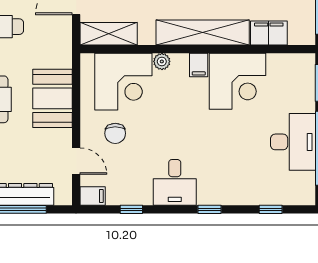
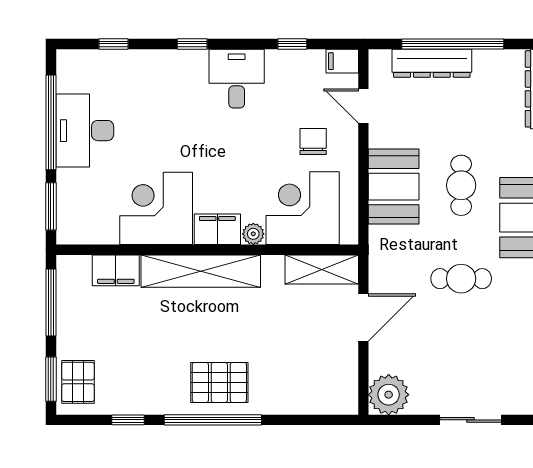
filing cabinet: (199, 65) -> (217, 229), width x2.00

